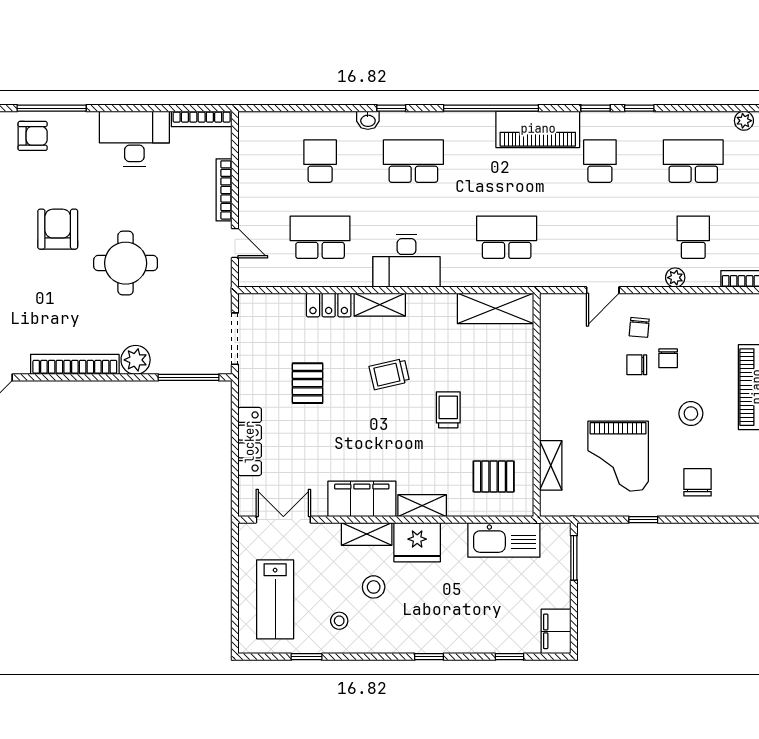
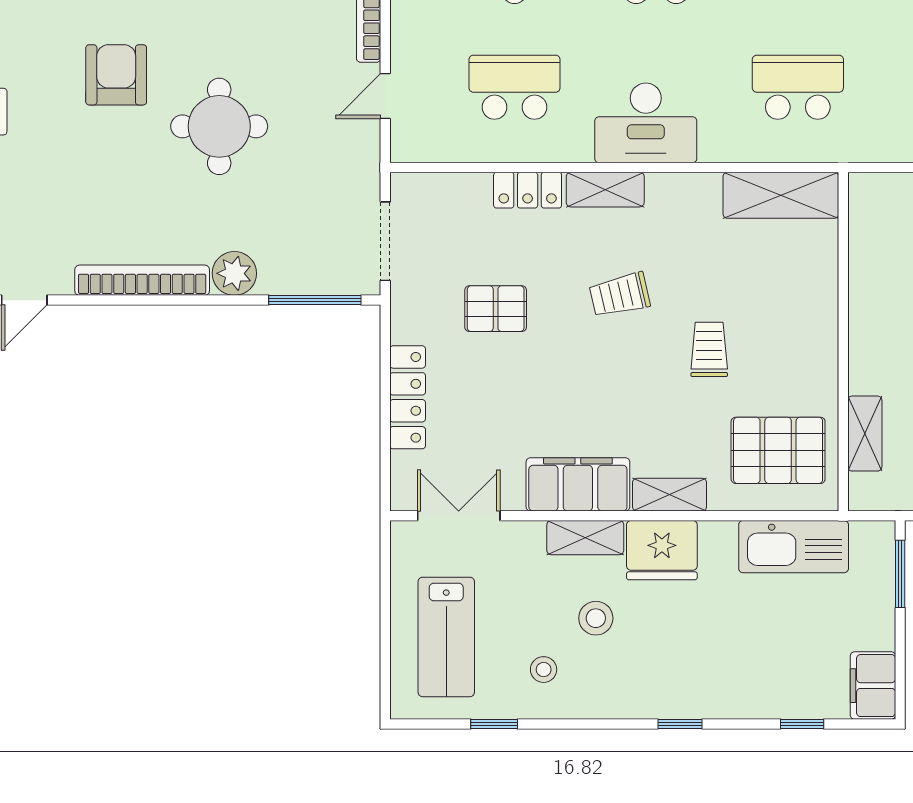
door: (235, 243) -> (385, 96), swing flipped
pallet: (308, 383) -> (496, 309), turned 90
pallet: (494, 476) -> (778, 450), width x1.50, depth x1.42

